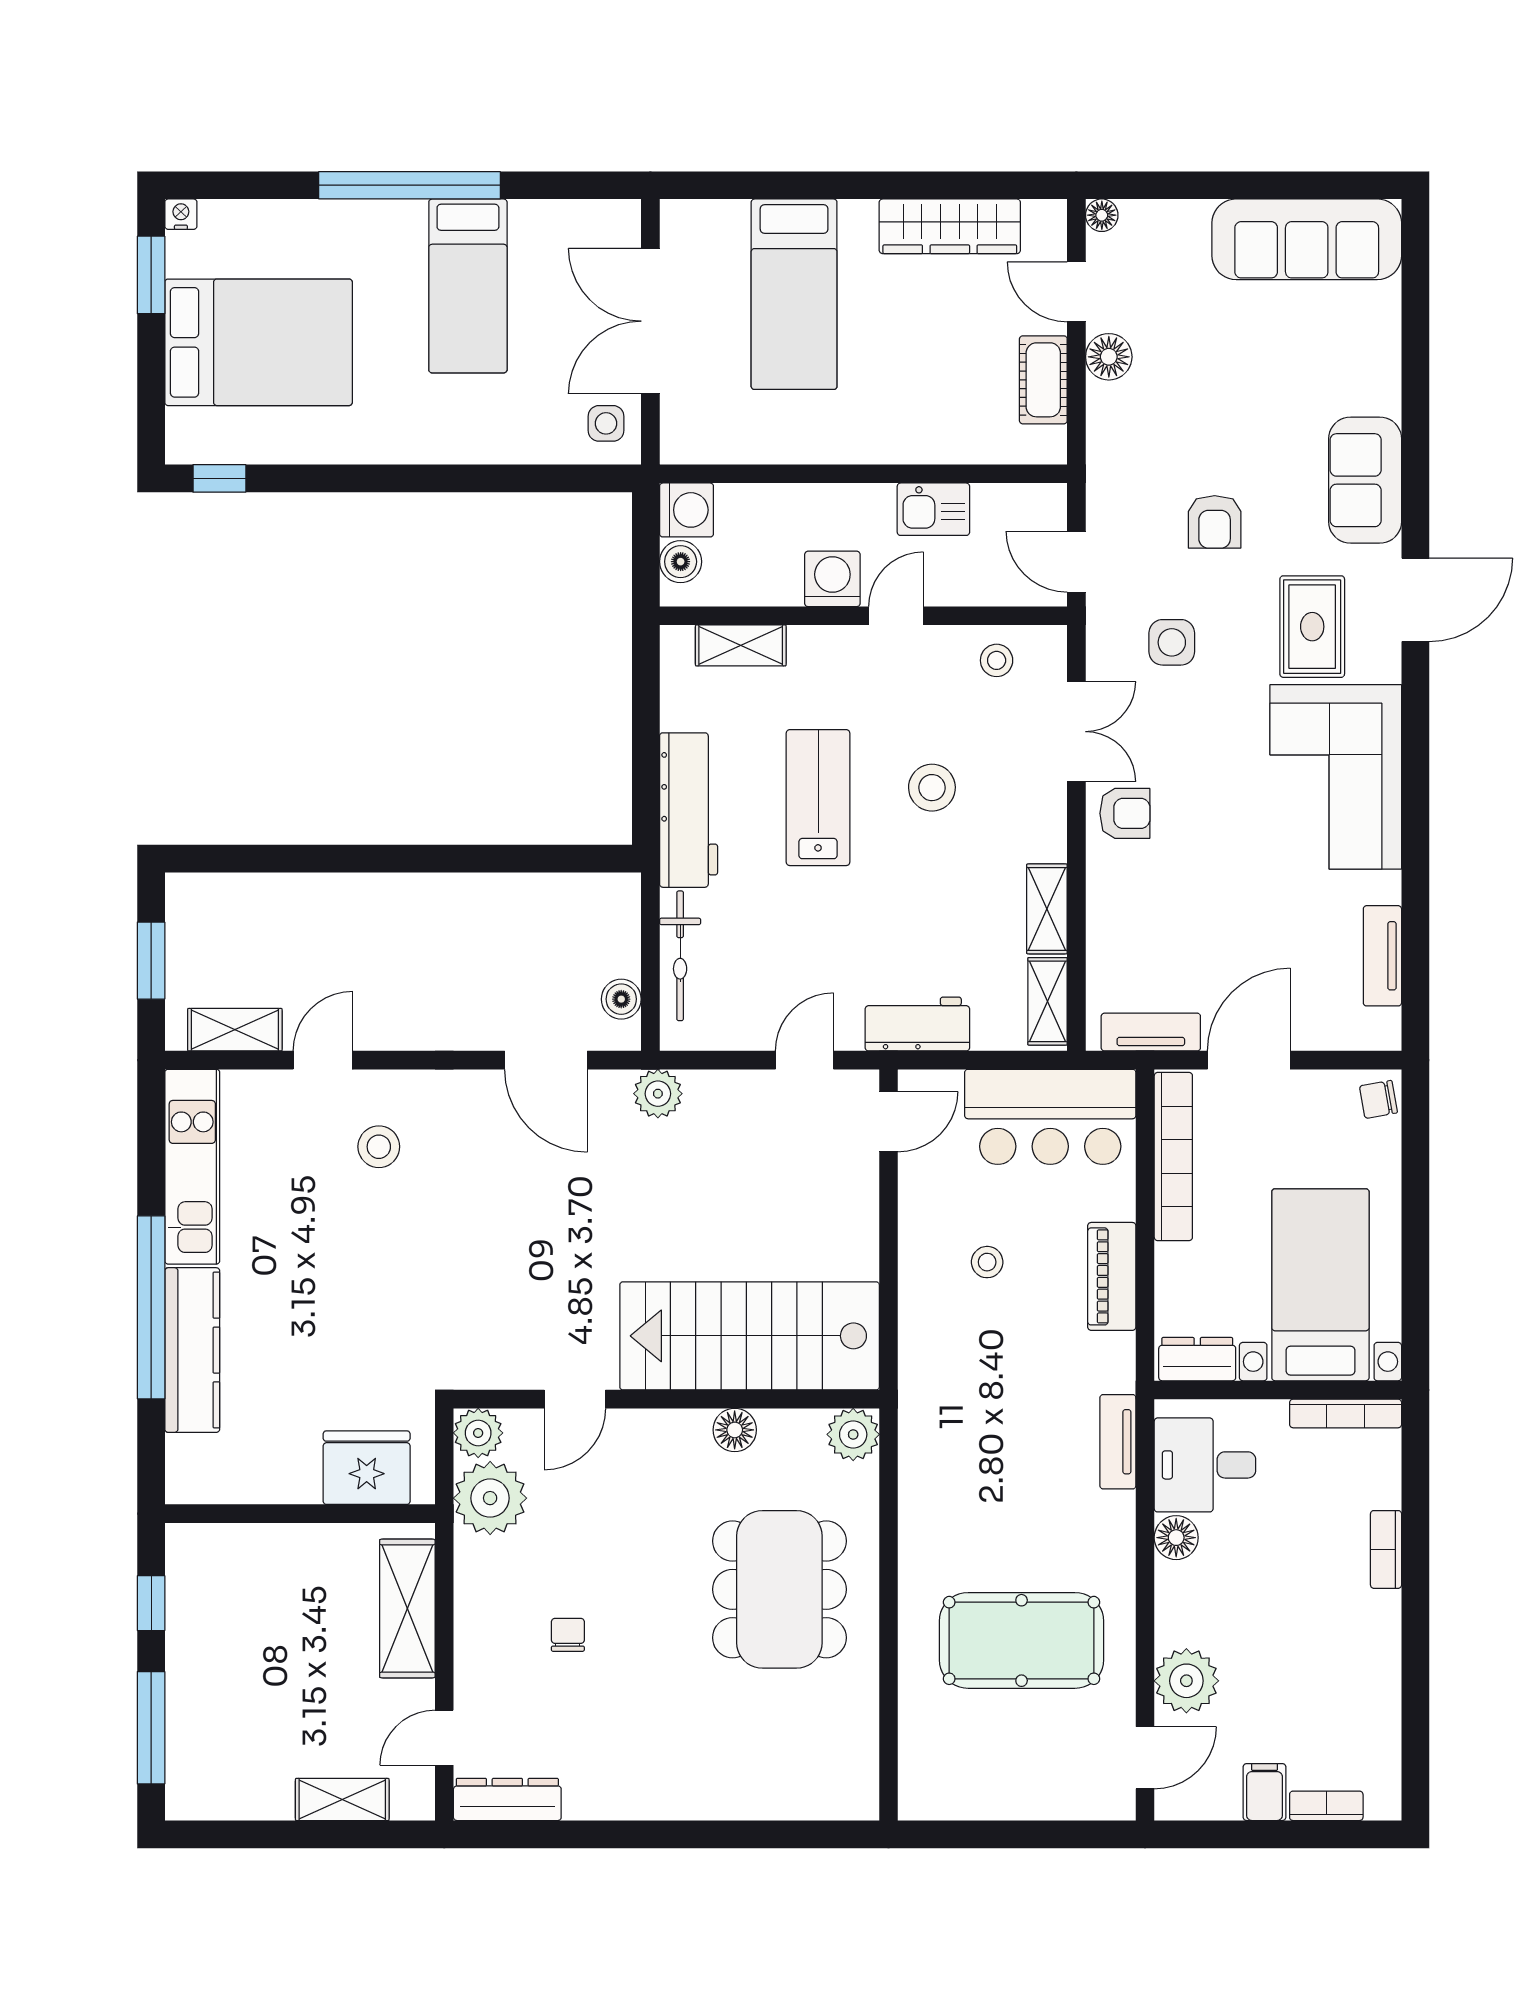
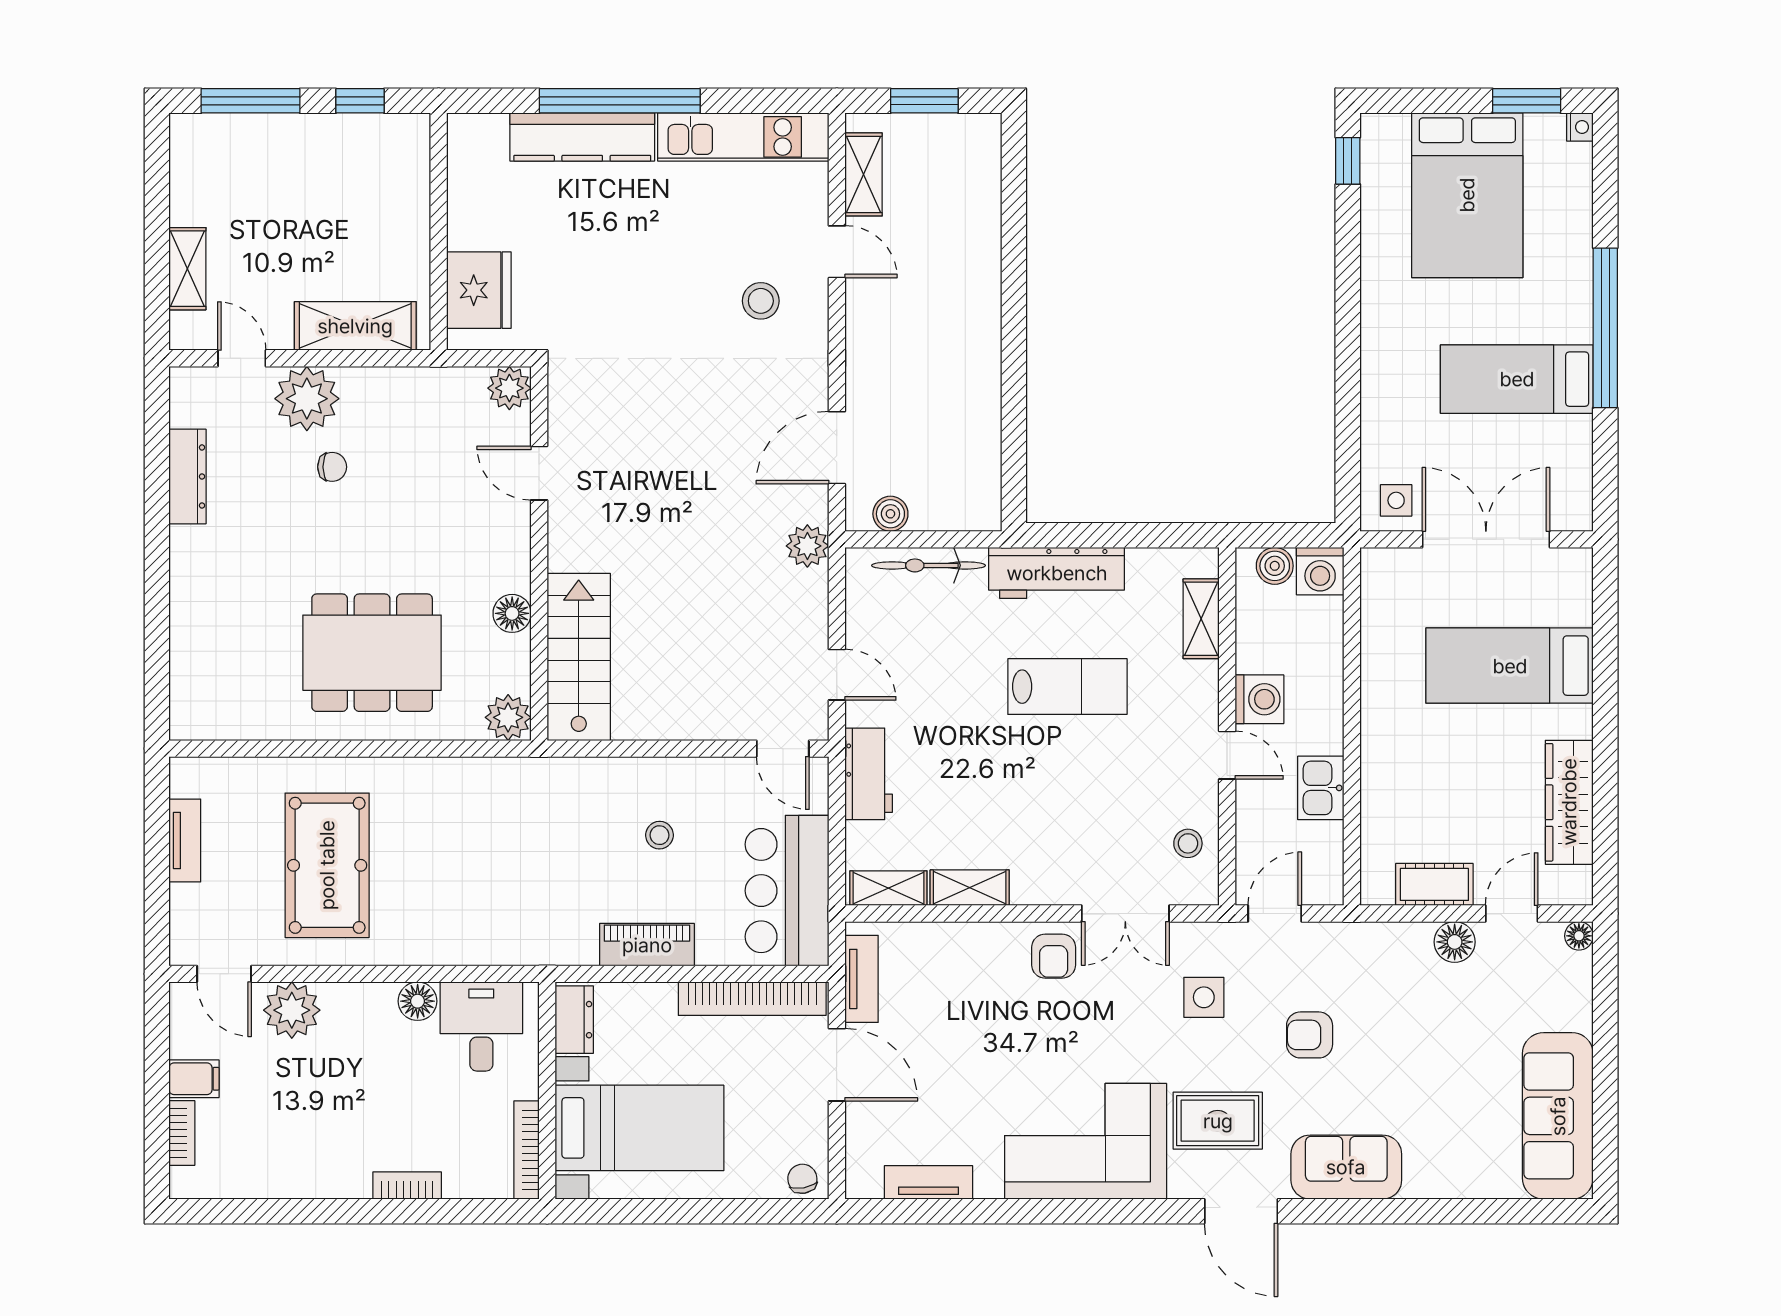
stool: (932, 788) -> (1076, 787), removed
stairs: (750, 1336) -> (579, 657), width x0.73, depth x0.66
tv unit: (1118, 1442) -> (185, 841), moved, turned 90
plant: (490, 1498) -> (307, 399), moved
dresser: (507, 1799) -> (188, 476), moved

